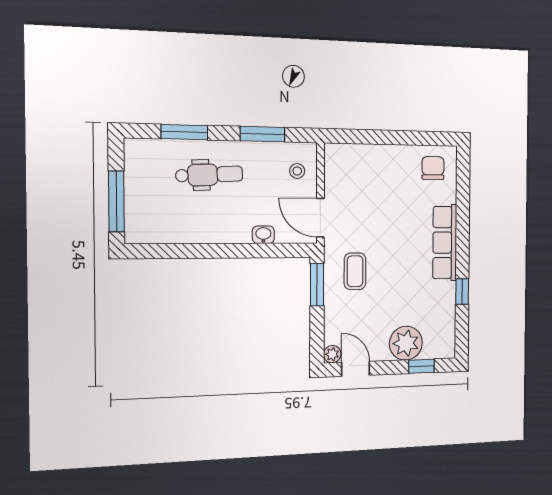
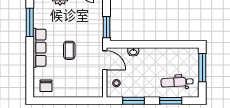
dental chair: (209, 175) -> (177, 82), moved
coffee table: (355, 271) -> (69, 50), moved
window: (462, 292) -> (30, 22), width x2.17

